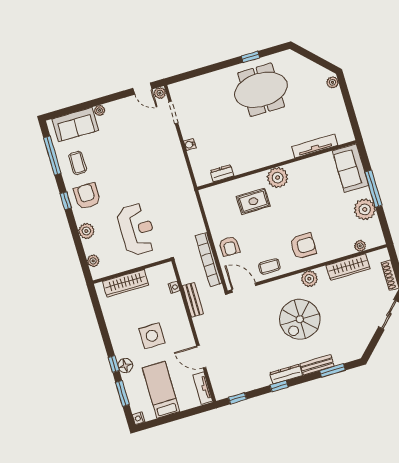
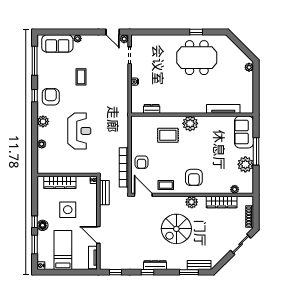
coffee table: (78, 163) -> (81, 77), moved
armchair: (303, 246) -> (194, 177), turned 90
wall: (132, 271) -> (67, 175), moved
wardrobe: (126, 283) -> (60, 182), moved
bench: (317, 365) -> (199, 265), moved

